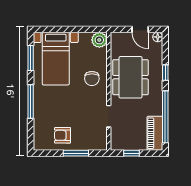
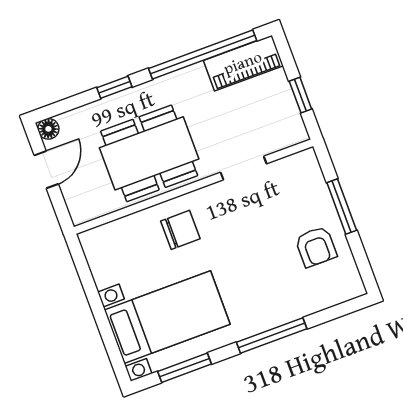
plant: (99, 40) -> (98, 244), removed

